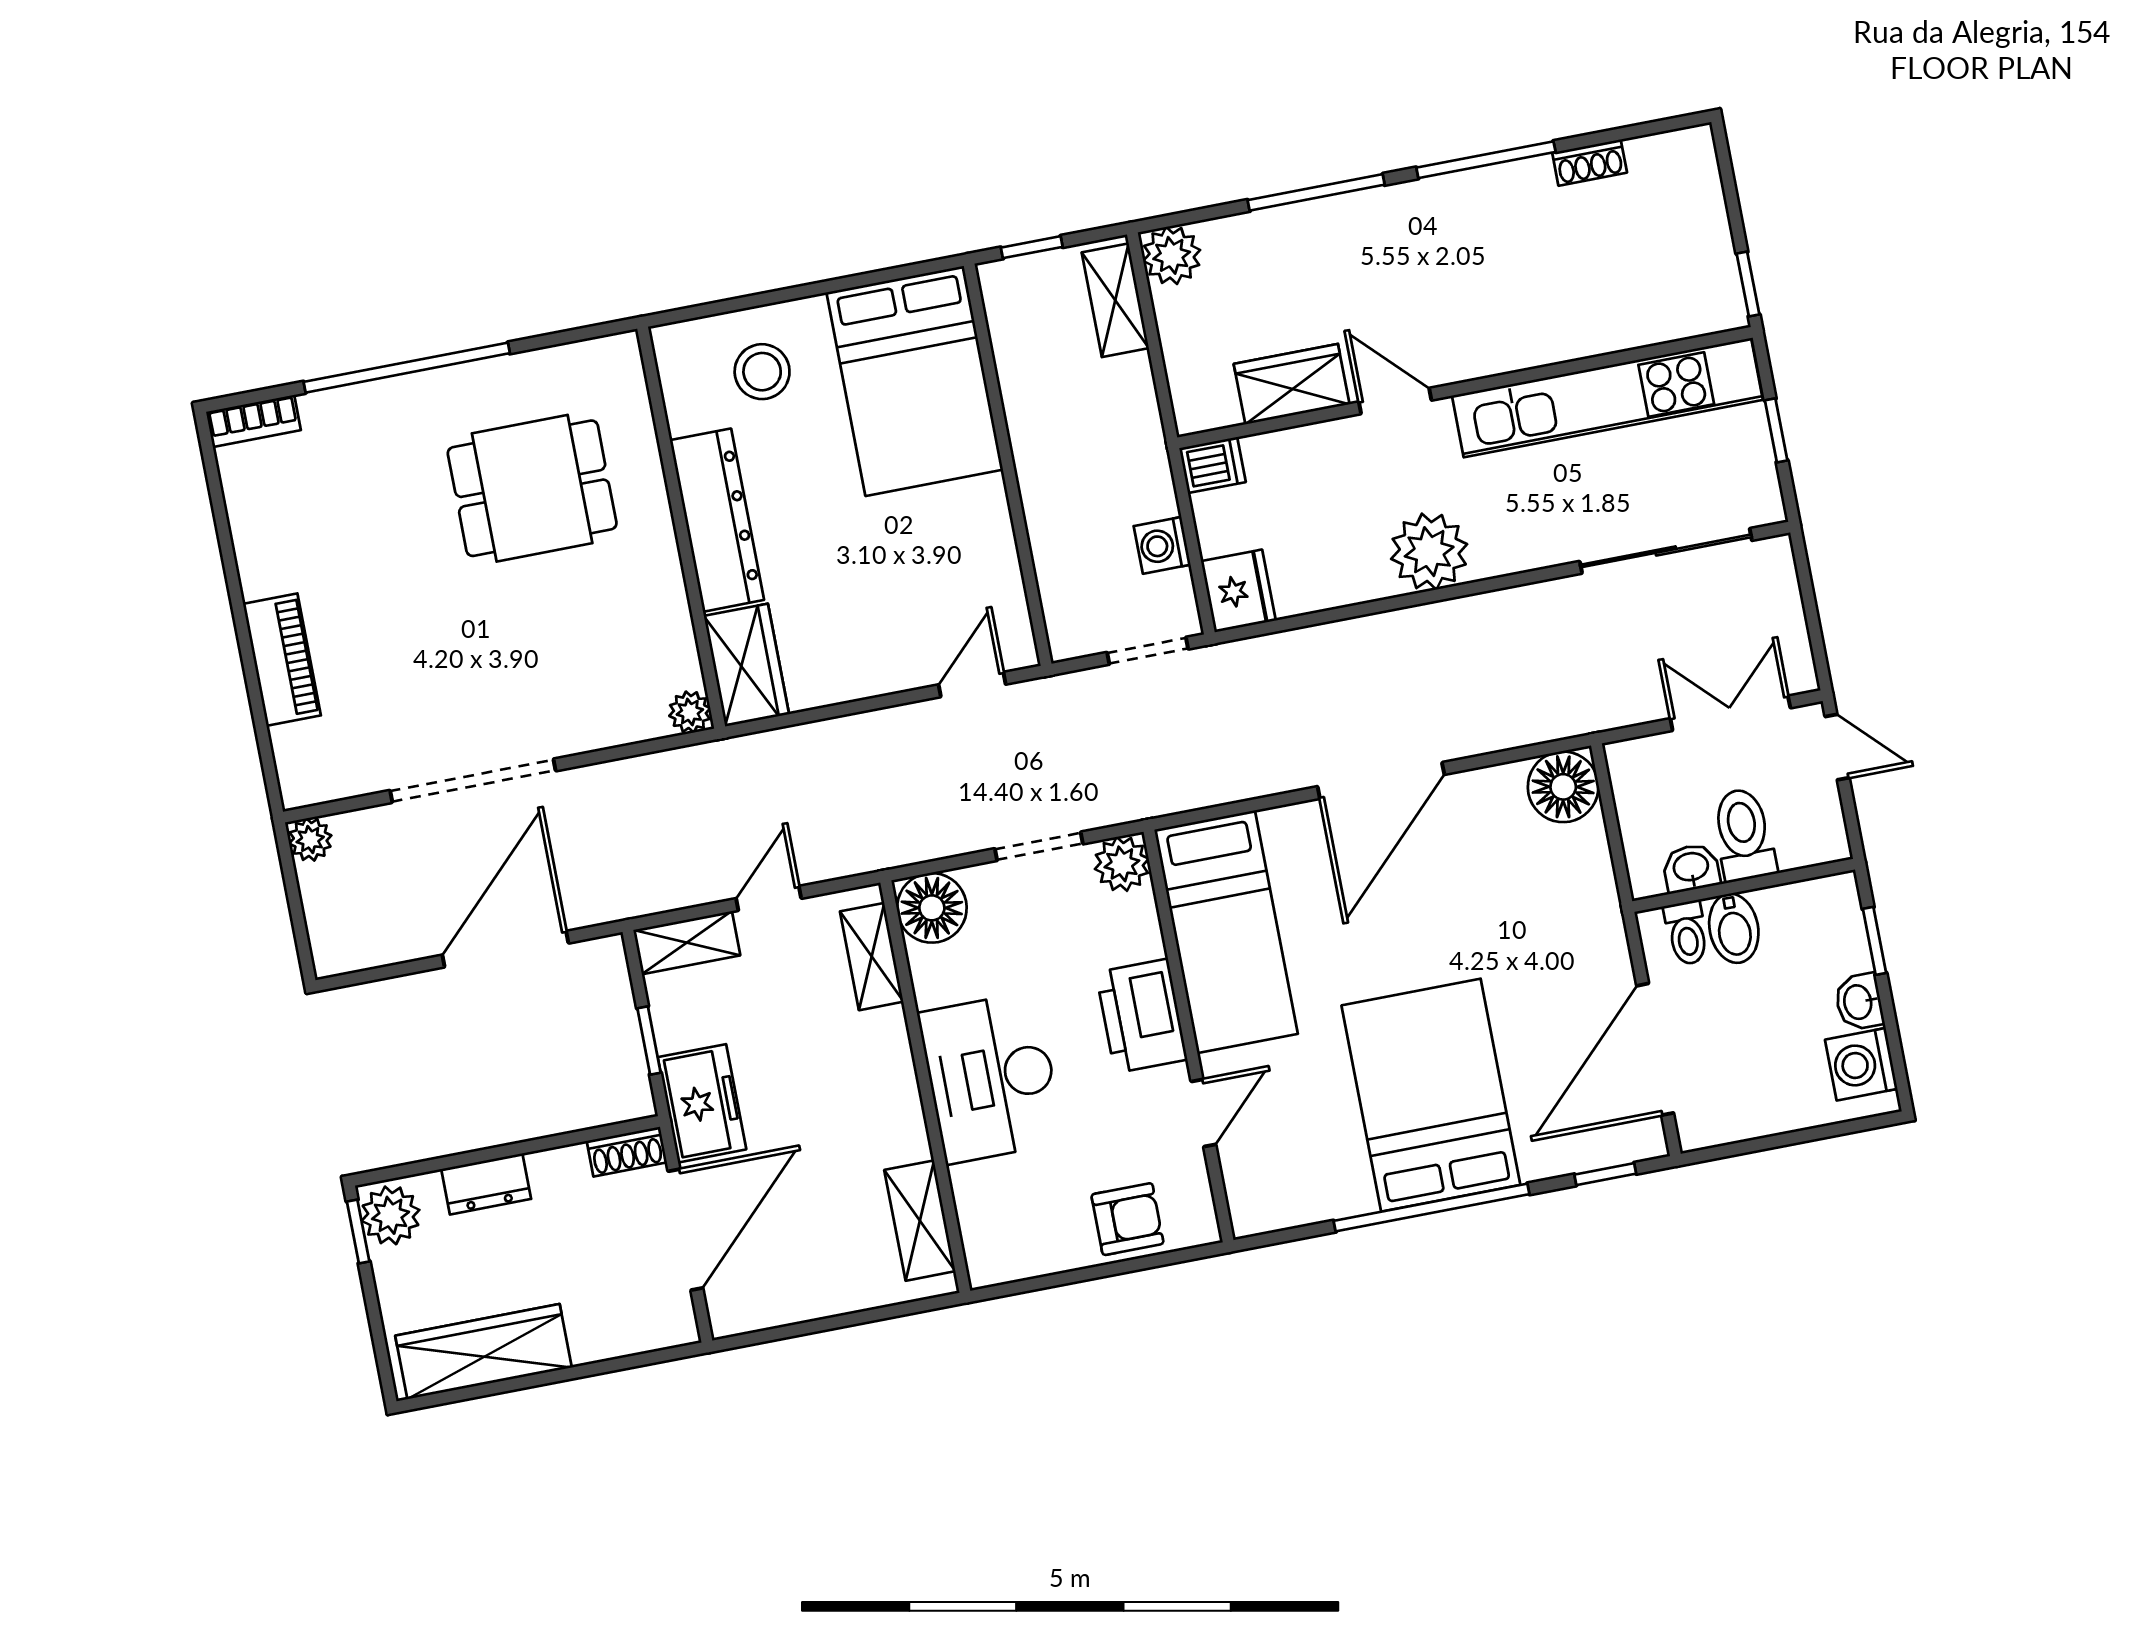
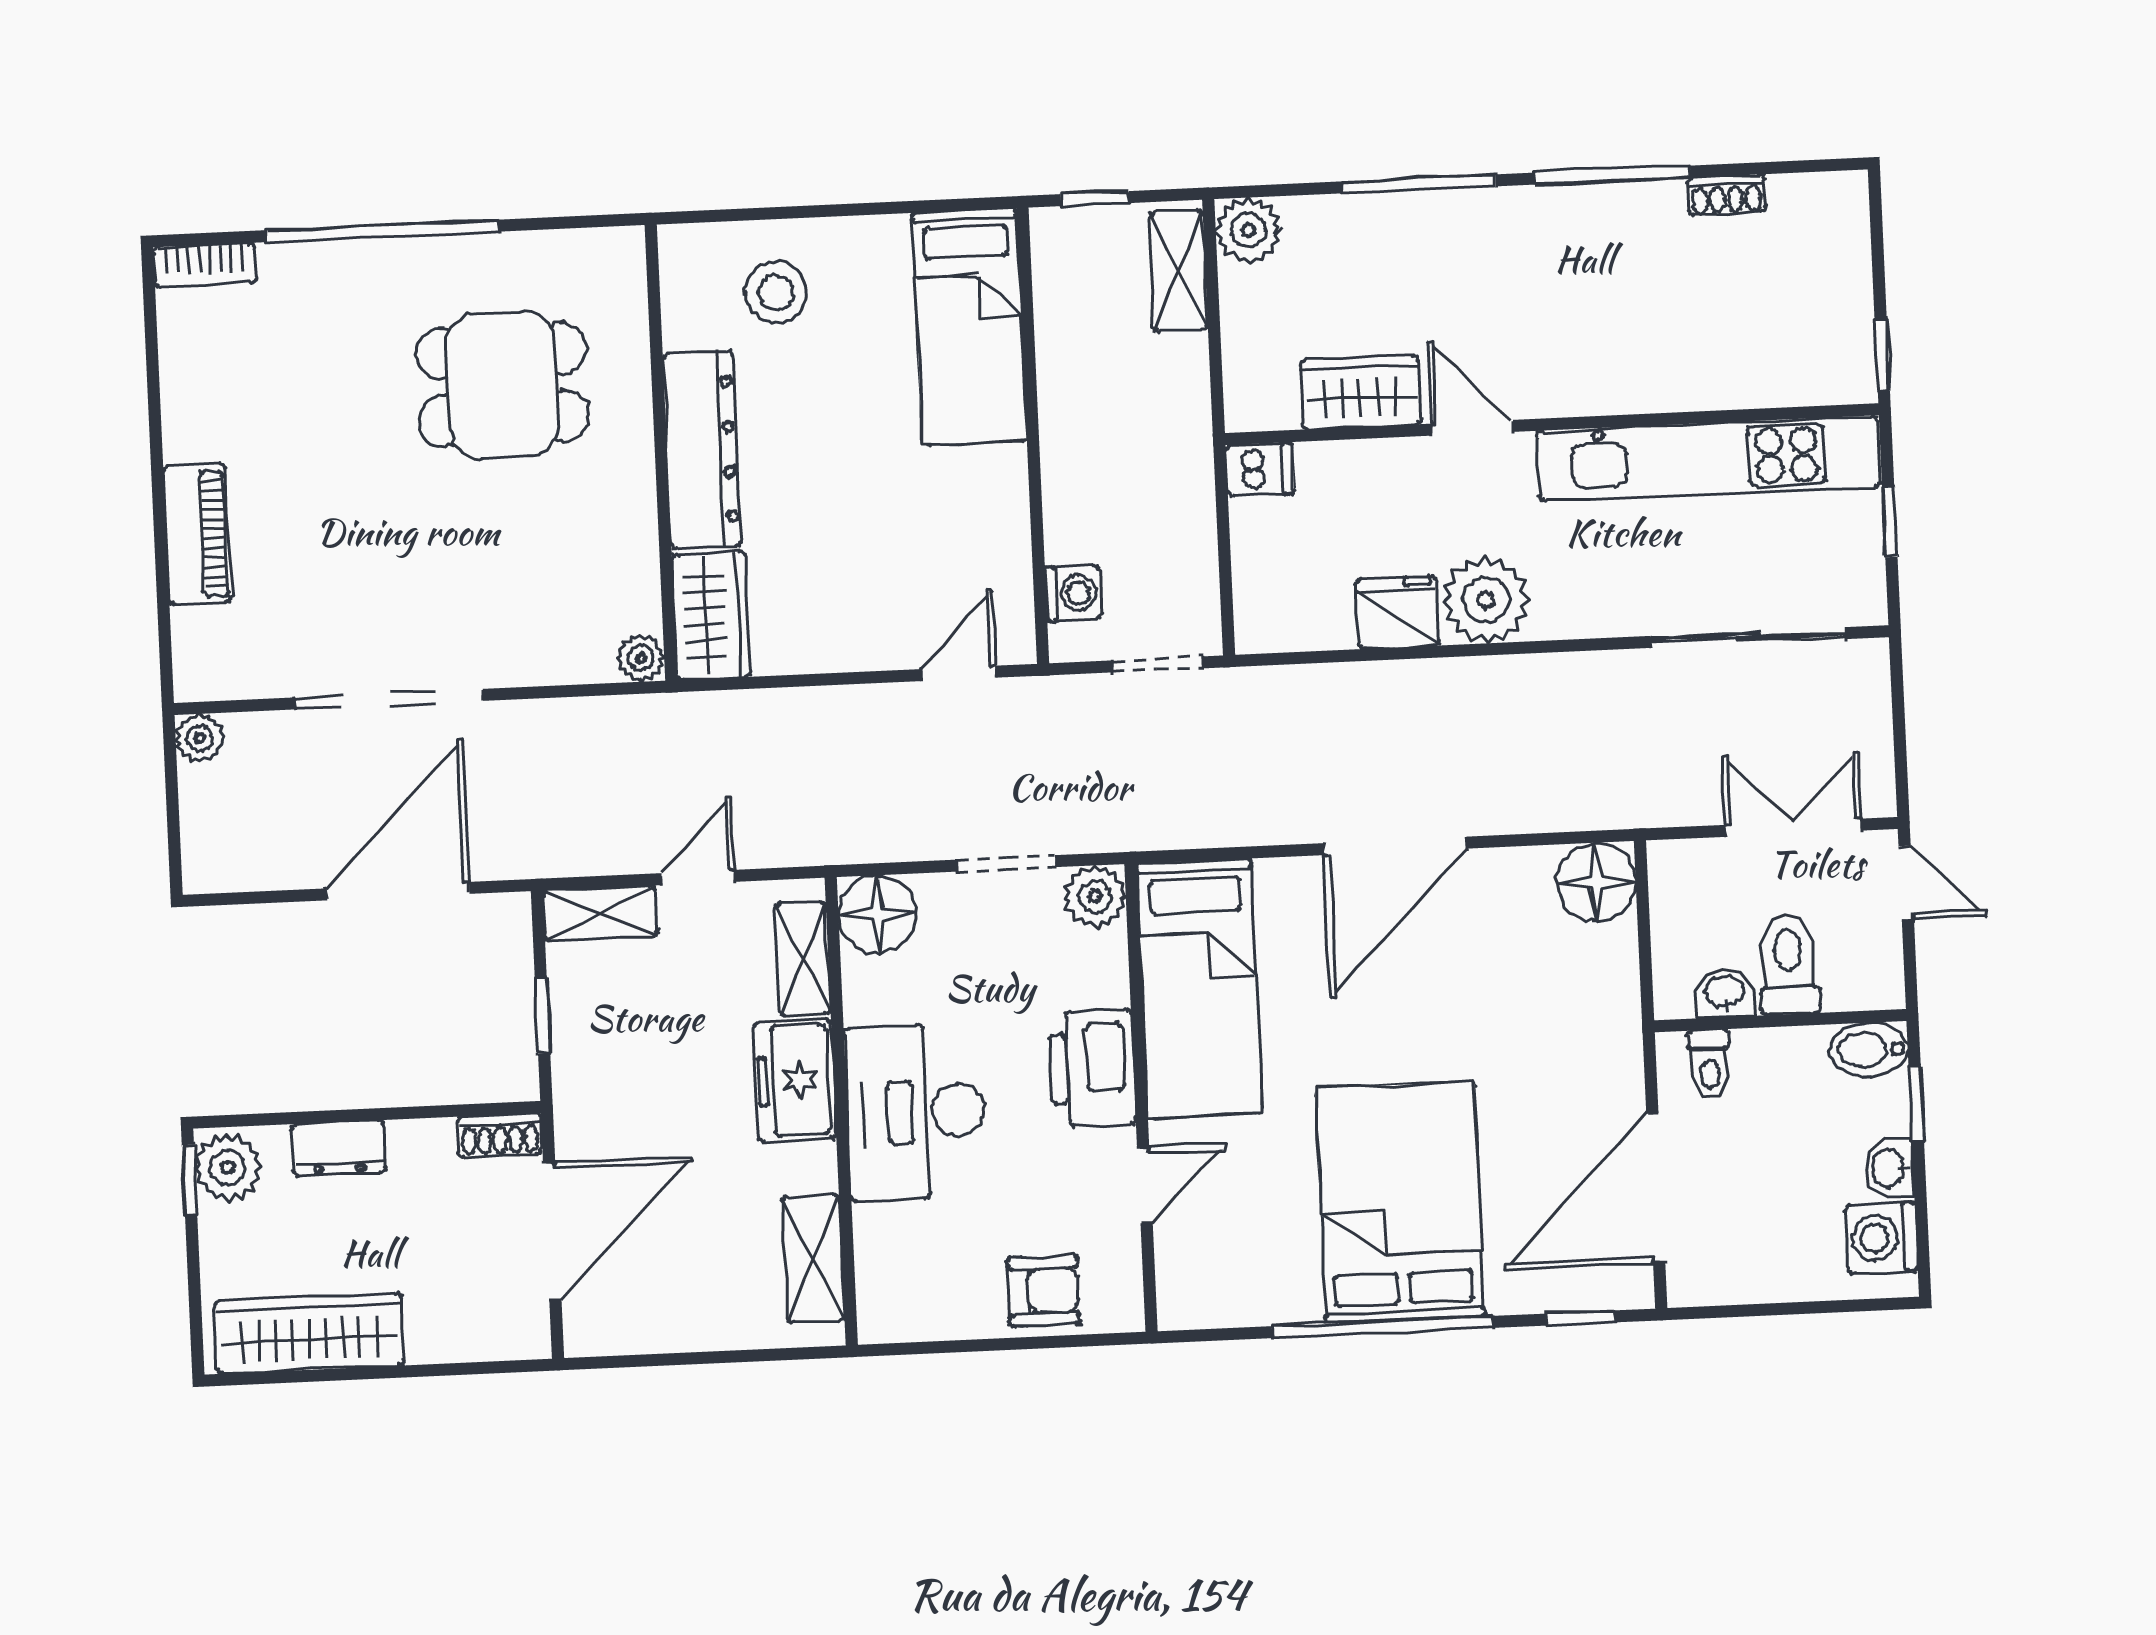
bed: (915, 381) -> (970, 327), width x0.67
washing machine: (1162, 545) -> (1073, 593), moved, turned 180
fridge: (1238, 591) -> (1398, 612), moved, turned -90
bidet: (1734, 928) -> (1869, 1050), moved, turned 90
freezer: (702, 1103) -> (795, 1080), moved, turned 180

